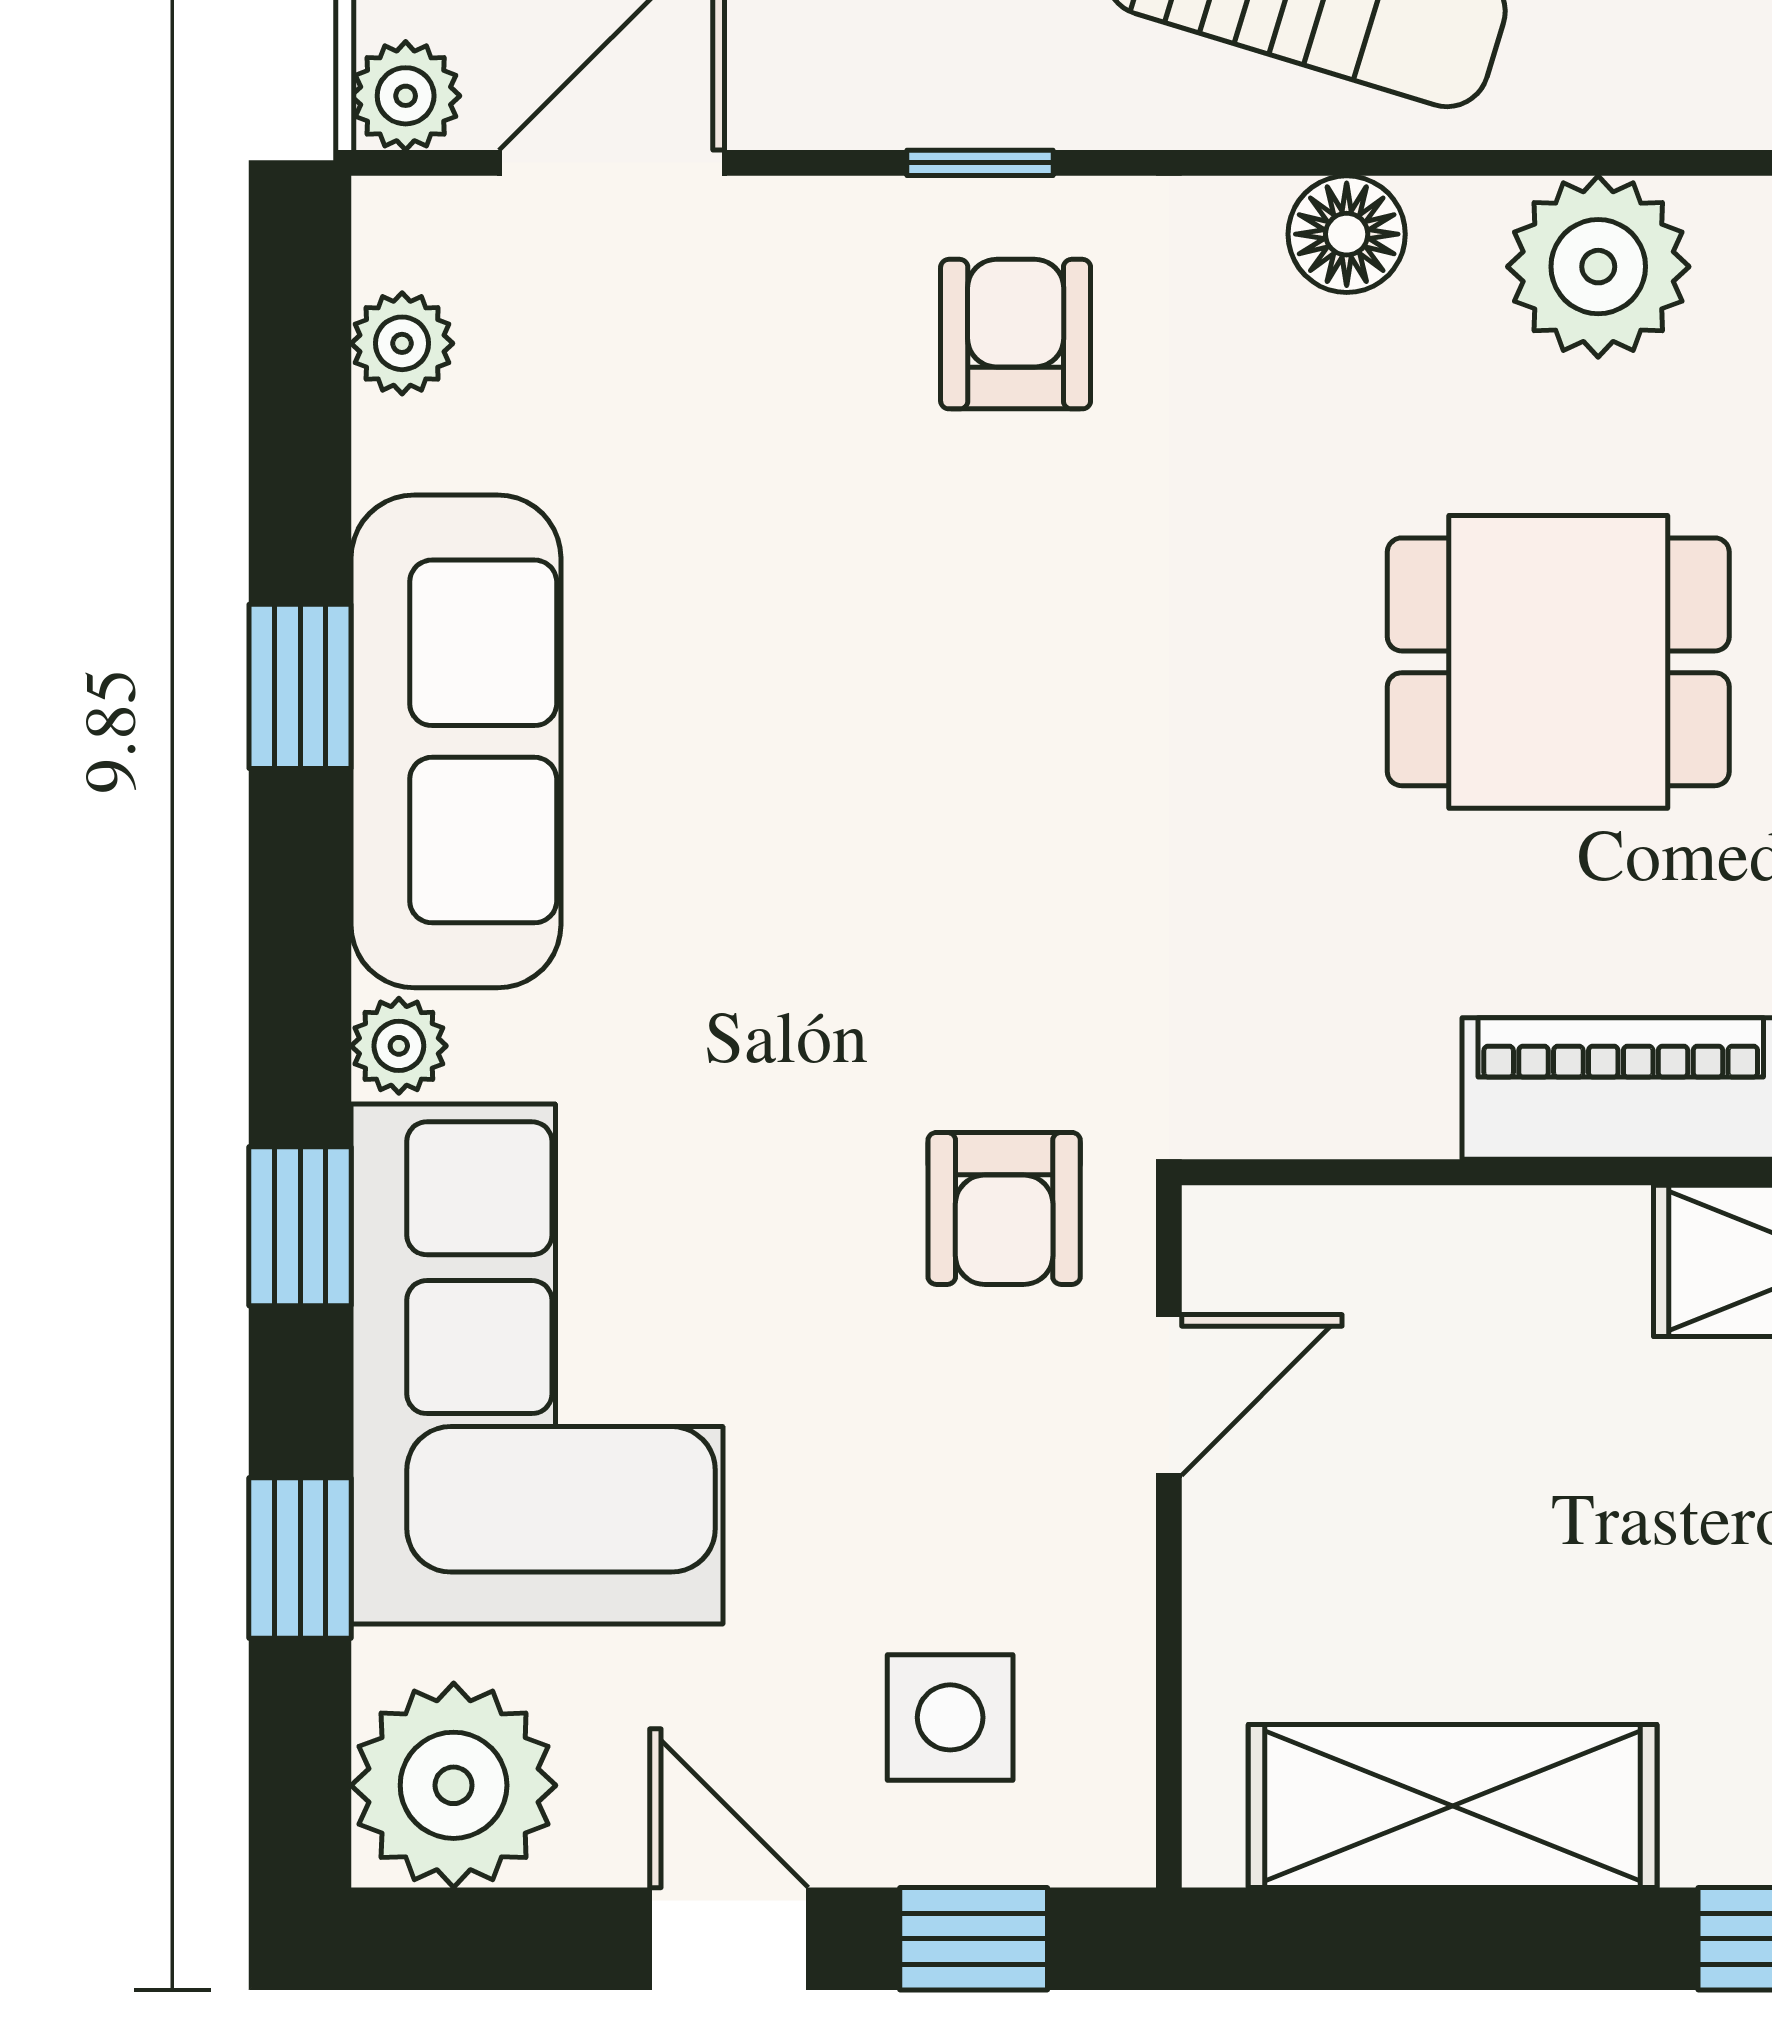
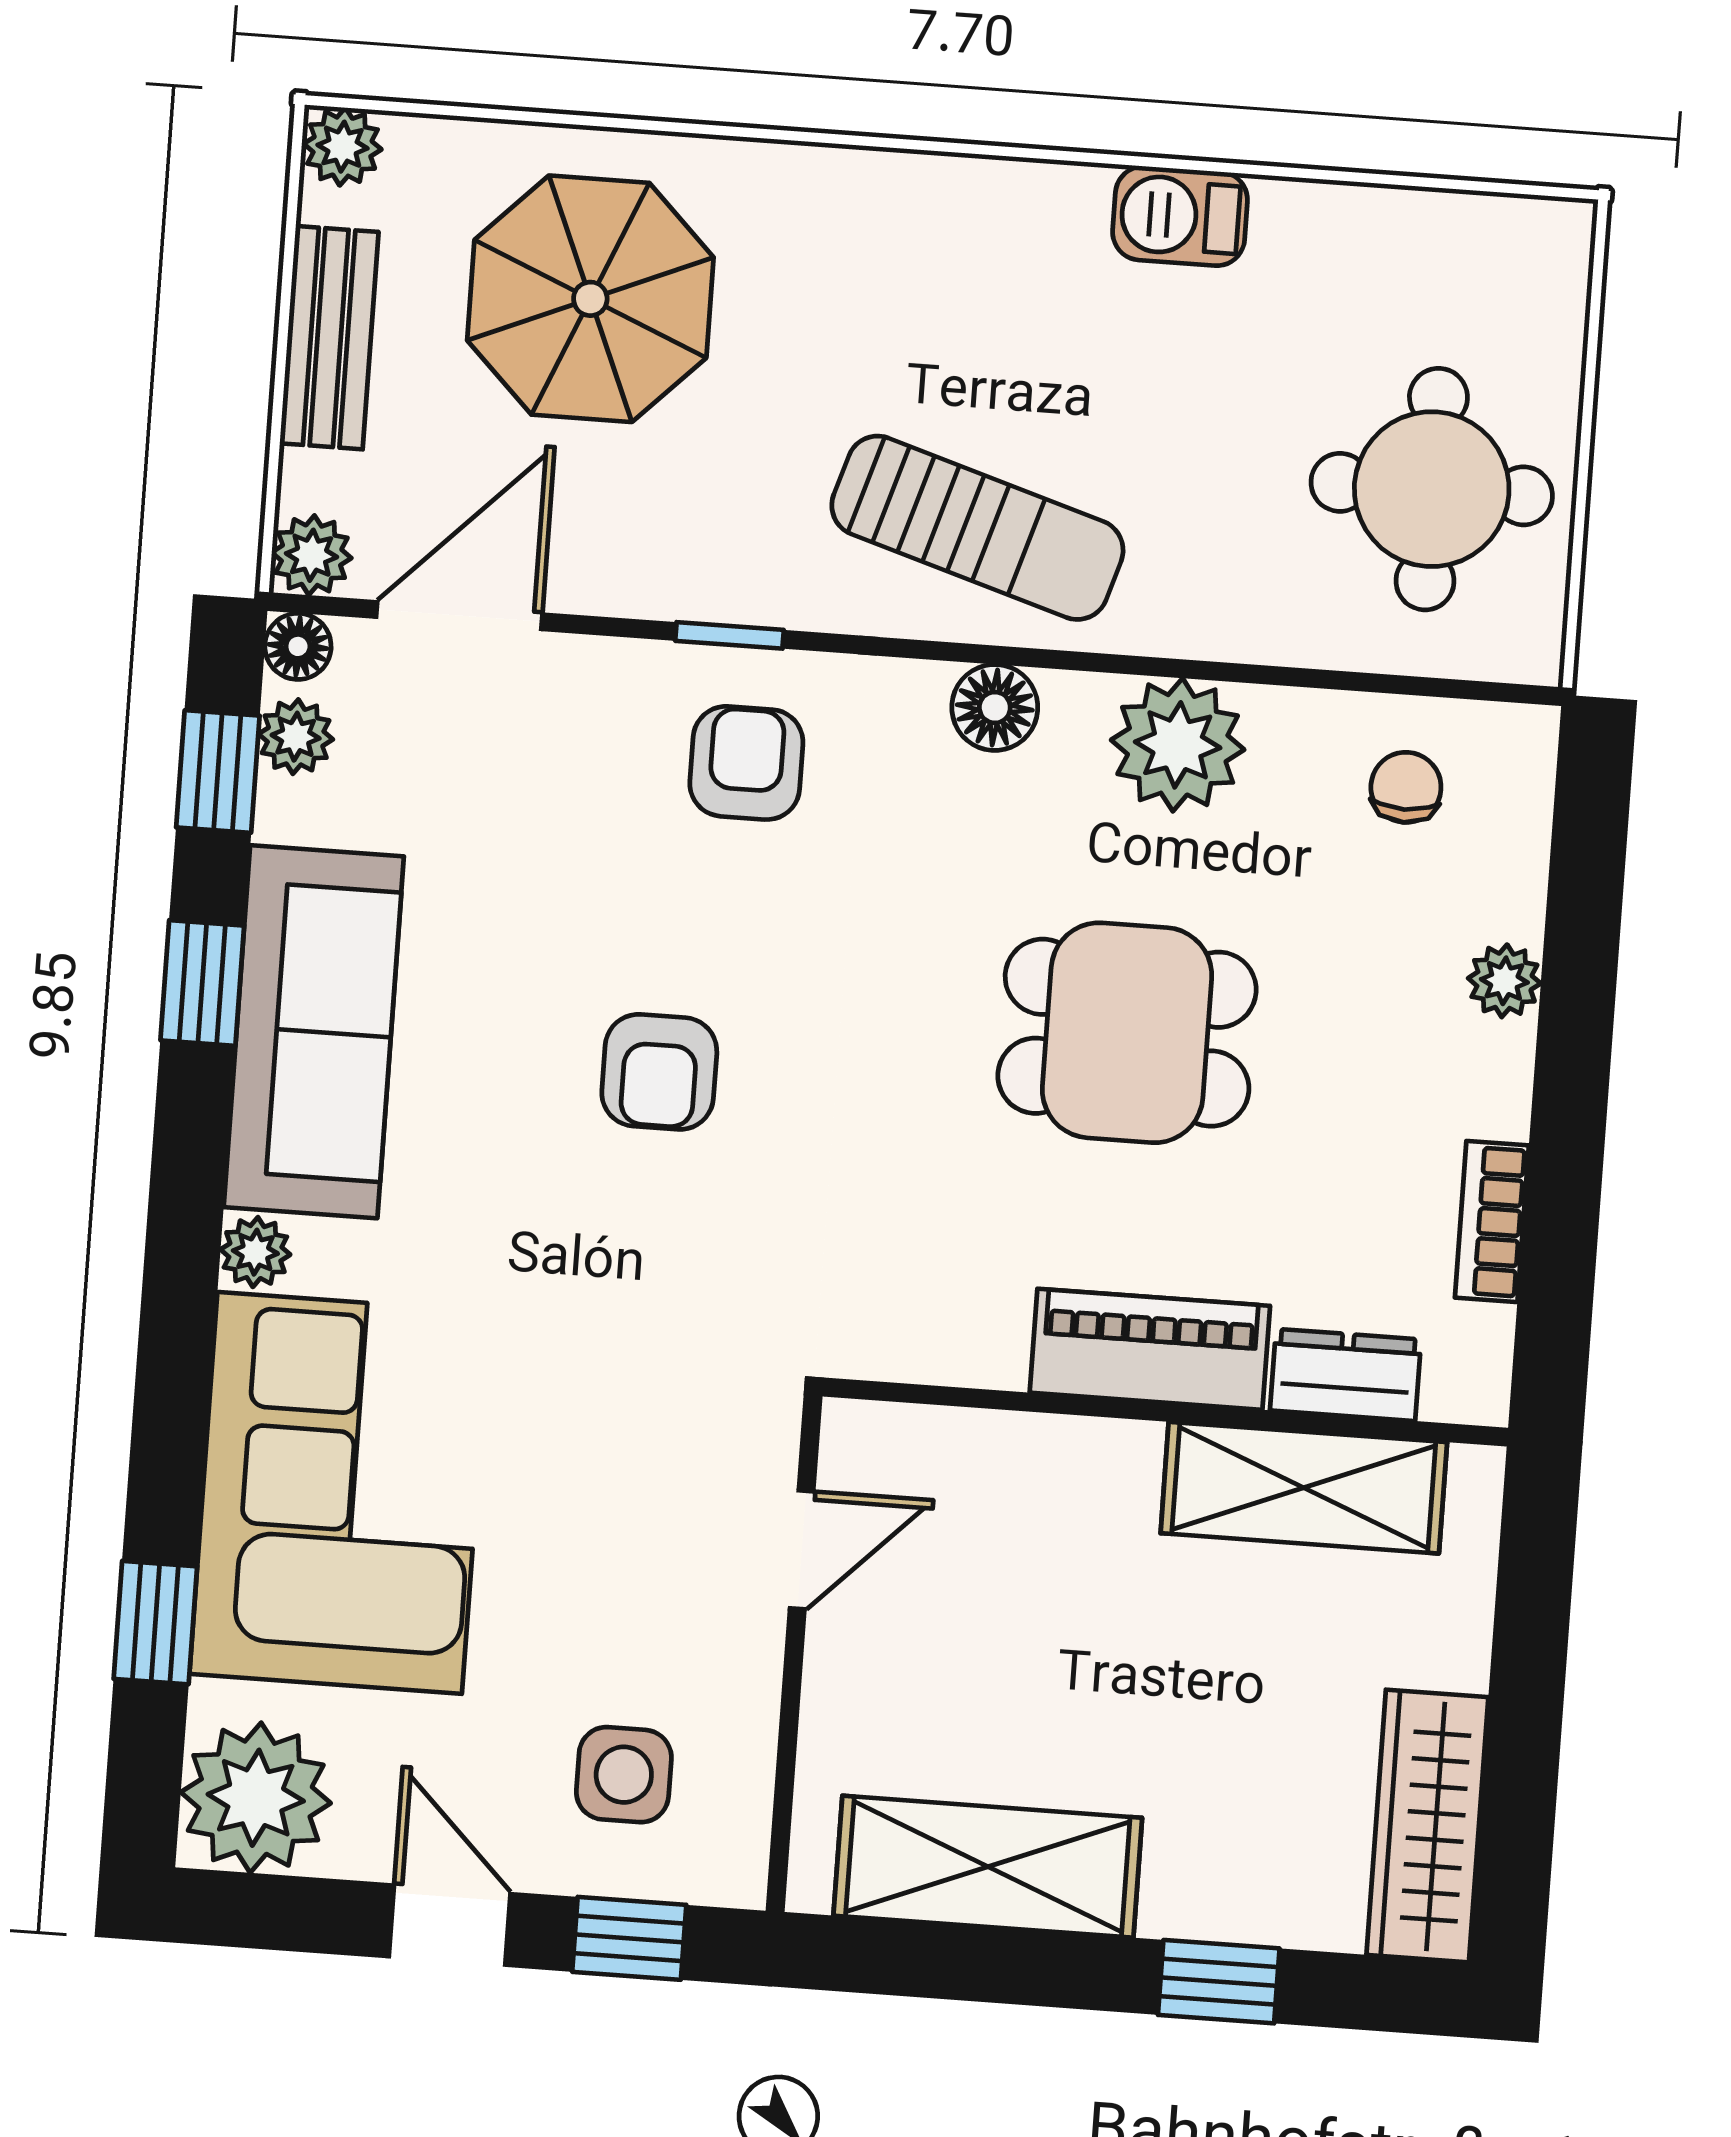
floor lamp: (396, 221) -> (298, 646), added
armchair: (1004, 1208) -> (659, 1072), moved
window: (300, 1226) -> (218, 772), moved

